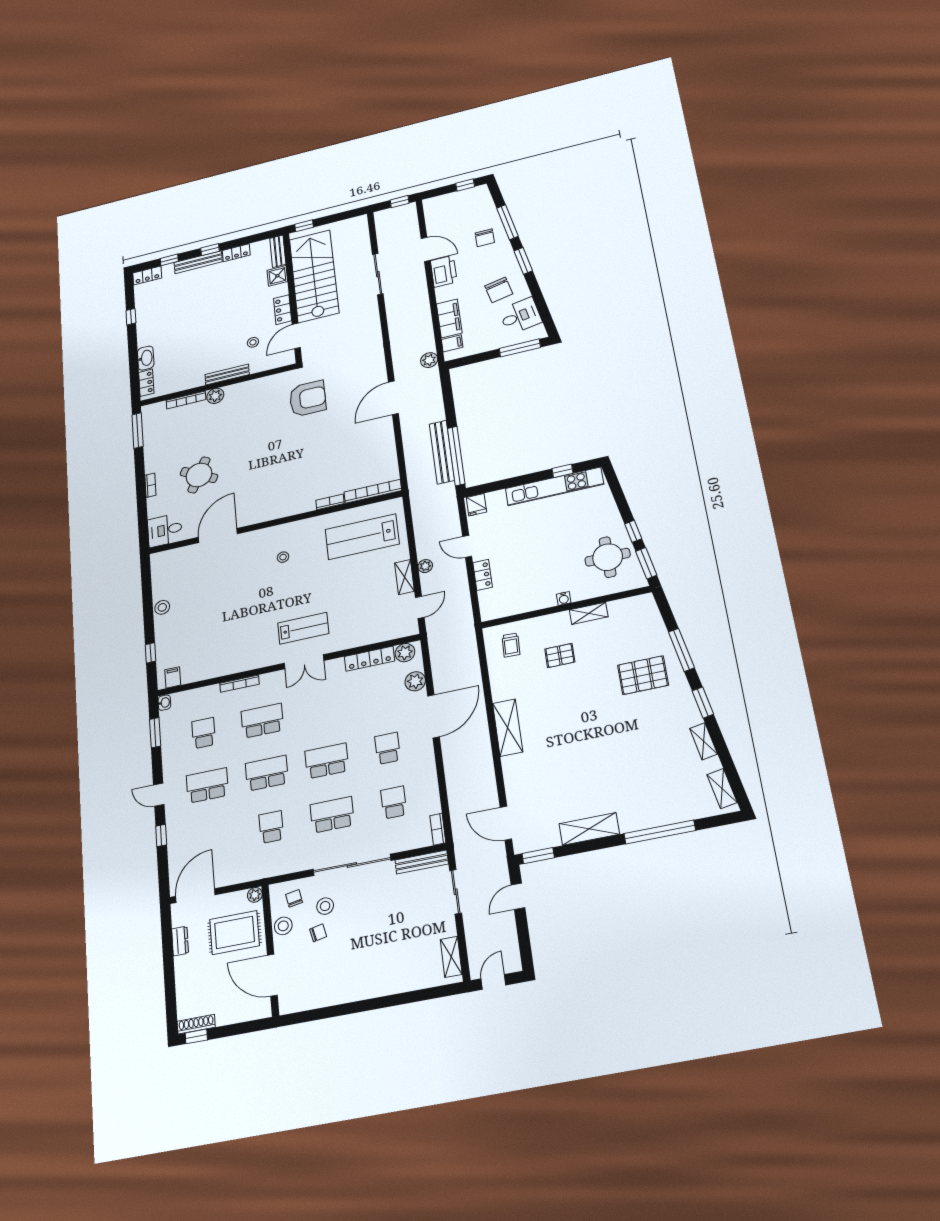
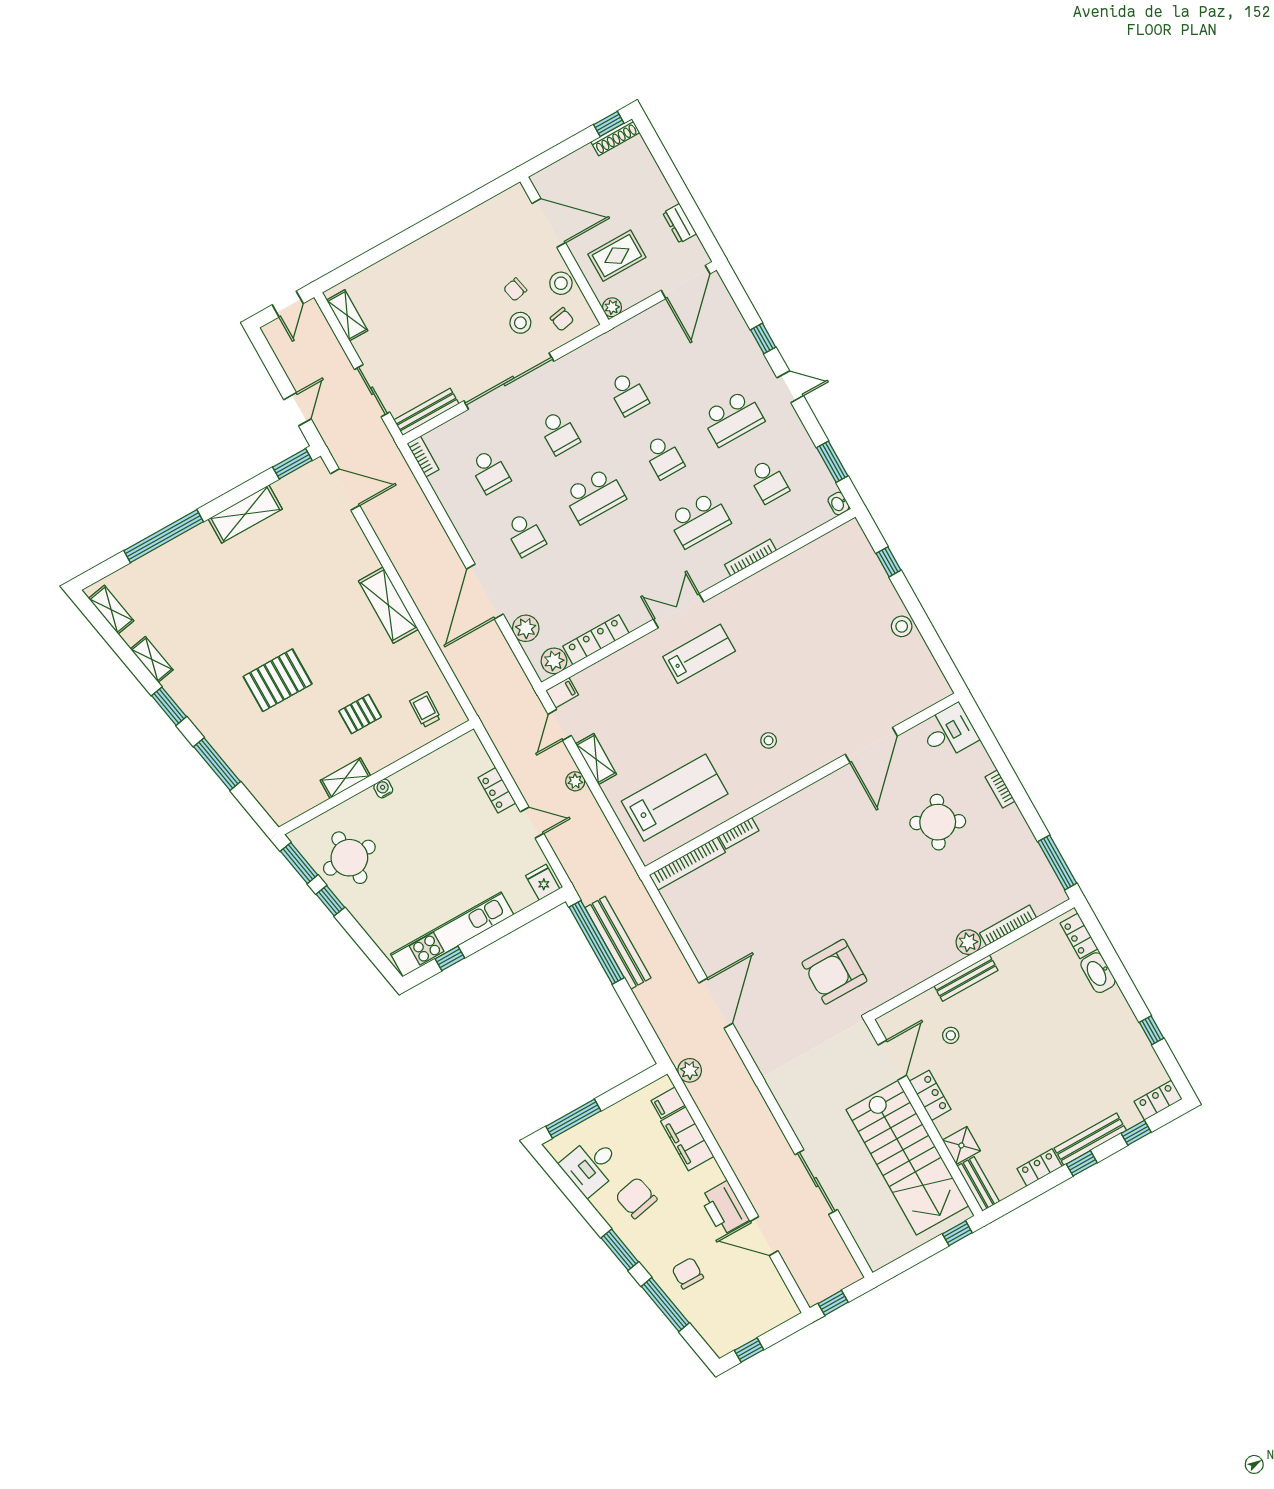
lab bench: (303, 628) -> (699, 654), turned 180
pallet: (643, 675) -> (278, 680), moved
filing cabinet: (173, 677) -> (562, 693), moved, turned -90
school desk: (267, 773) -> (664, 457), width x0.54
school desk: (332, 815) -> (559, 432), width x0.54
rug: (235, 933) -> (617, 256), width x0.73, depth x0.70

